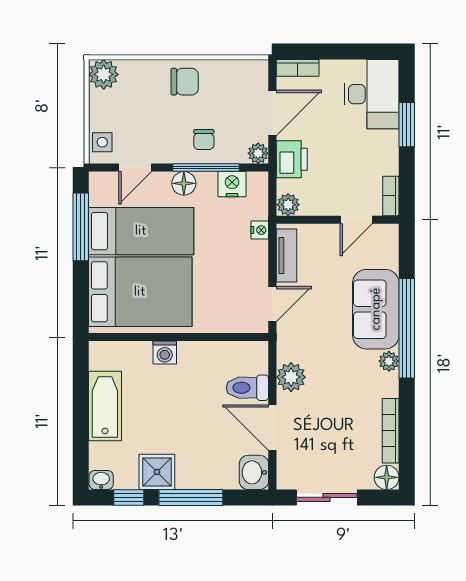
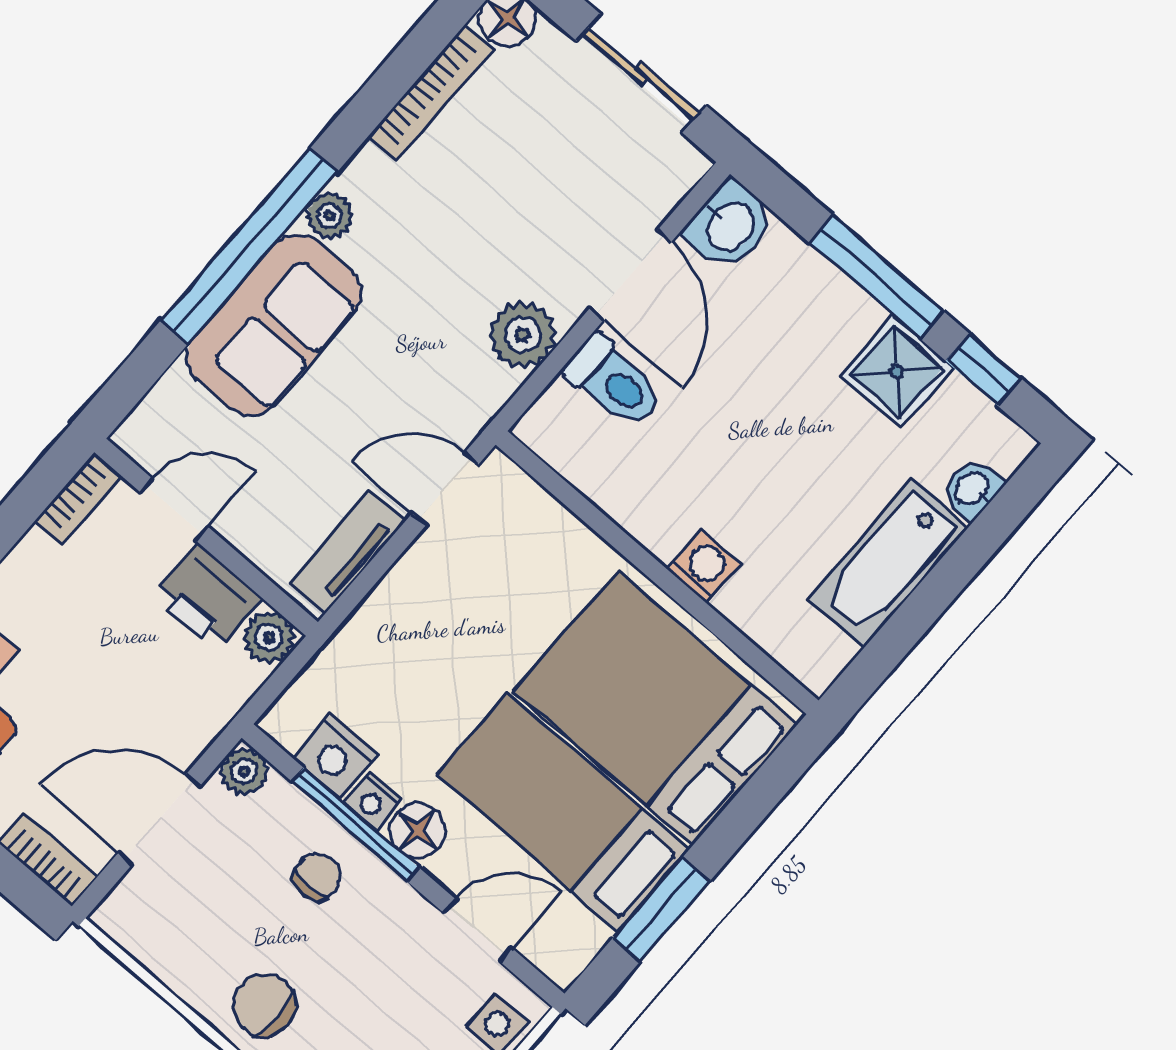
printer: (292, 159) -> (207, 597), moved, turned -90
window: (81, 227) -> (661, 910), width x0.69
nightstand: (260, 230) -> (373, 801), moved, turned -90
washbasin: (101, 480) -> (972, 489), moved, turned 90

